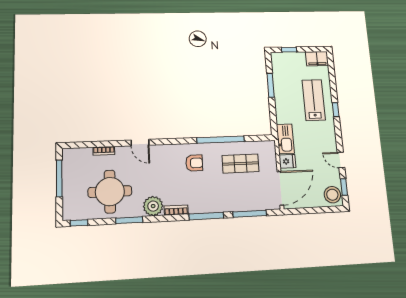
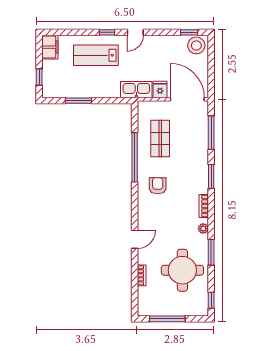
door: (341, 160) -> (135, 32), moved
plant: (153, 206) -> (203, 229), width x0.53, depth x0.53
window: (206, 216) -> (211, 176), width x0.69

